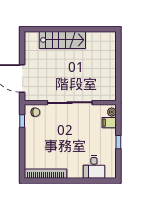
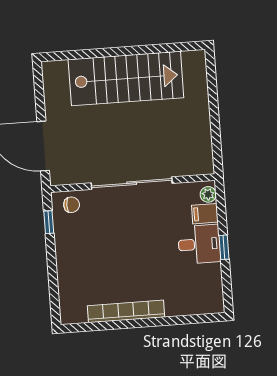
stairs: (62, 40) -> (126, 79), width x1.36, depth x1.51
desk: (94, 167) -> (199, 244), moved, turned -90
bookcase: (45, 174) -> (126, 311), moved

